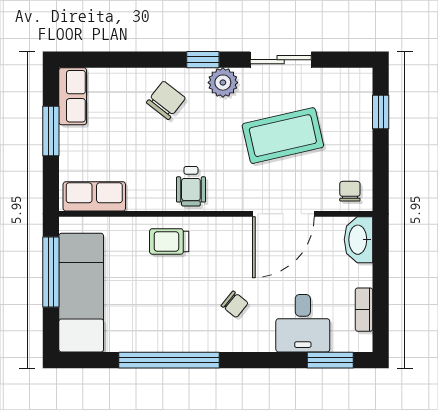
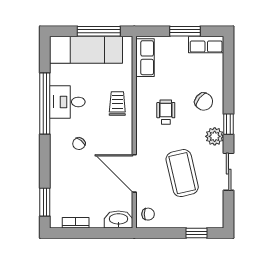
wheelchair: (191, 186) -> (166, 112), moved, turned 90
desk: (303, 323) -> (67, 102), moved

